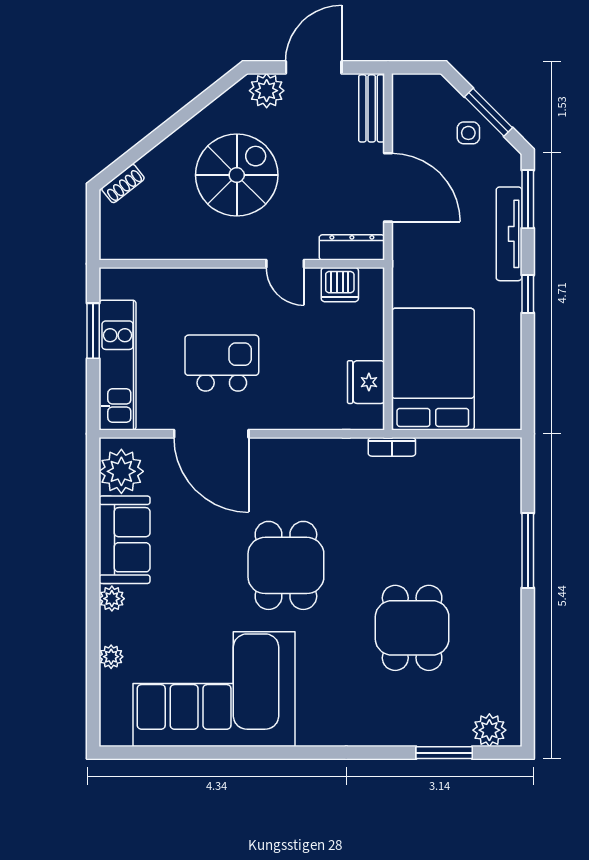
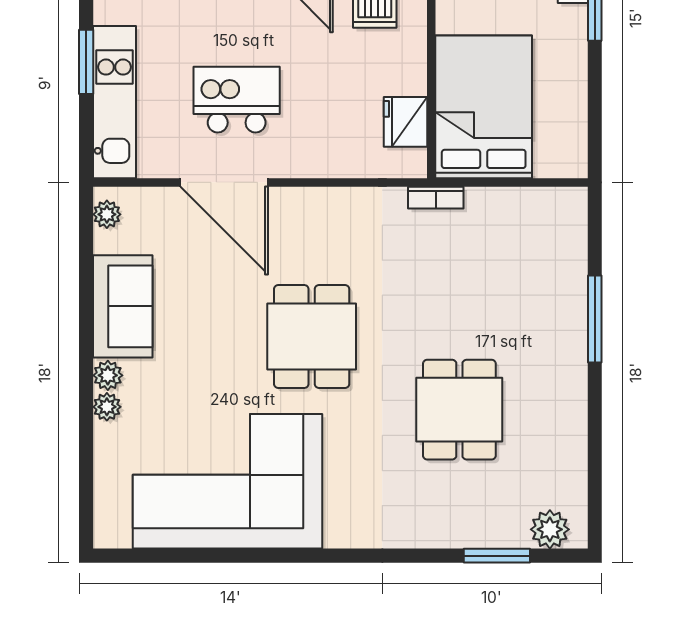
plant: (121, 471) -> (107, 214), width x0.53, depth x0.53
plant: (111, 657) -> (107, 407), moved

